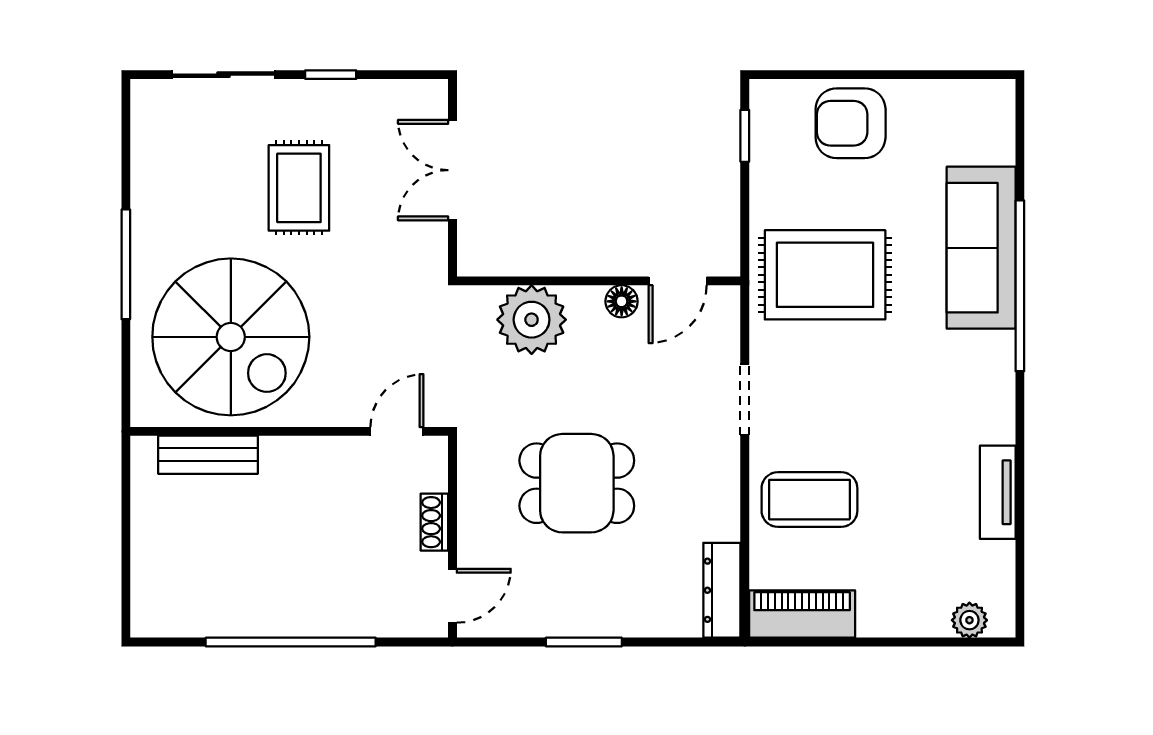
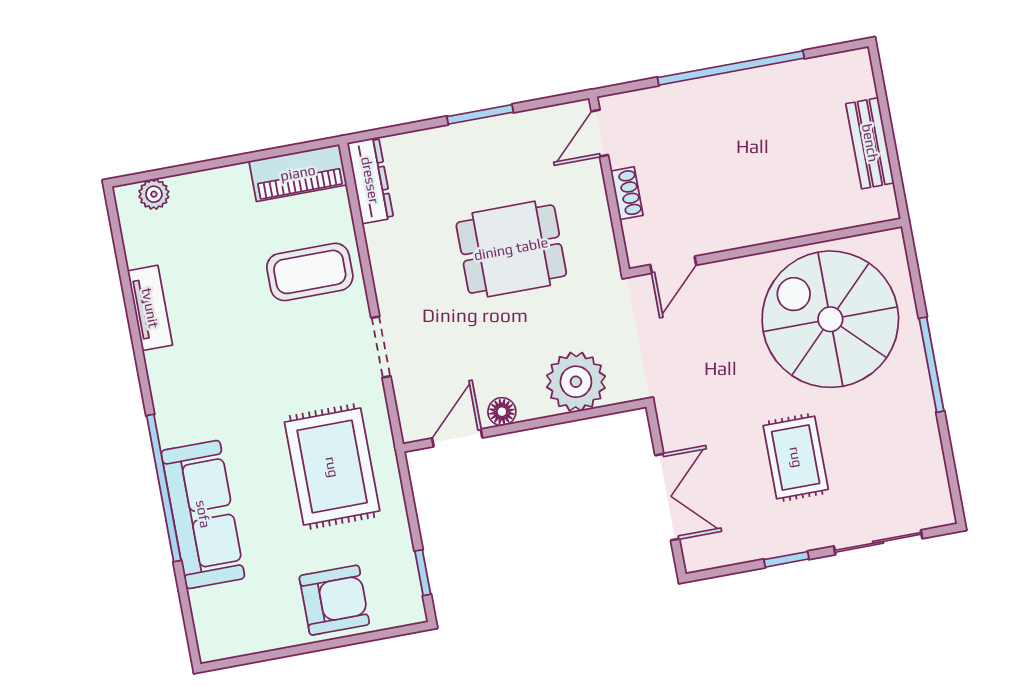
rug: (825, 275) -> (332, 467), turned 90
bench: (208, 455) -> (870, 143), moved, turned 90

